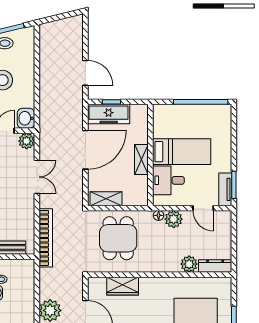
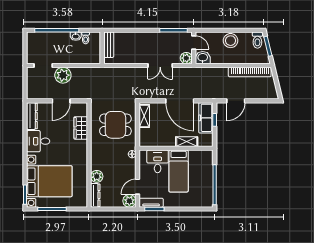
shelving: (141, 159) -> (187, 142), moved
plant: (174, 219) -> (129, 201), moved
bookcase: (46, 238) -> (250, 72), moved

